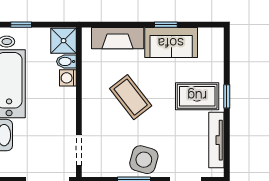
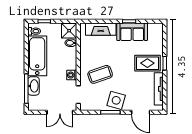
washing machine: (68, 78) -> (72, 75), moved
coffee table: (131, 97) -> (100, 74), moved, turned -71

